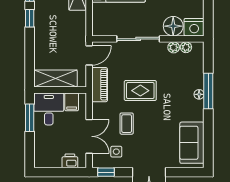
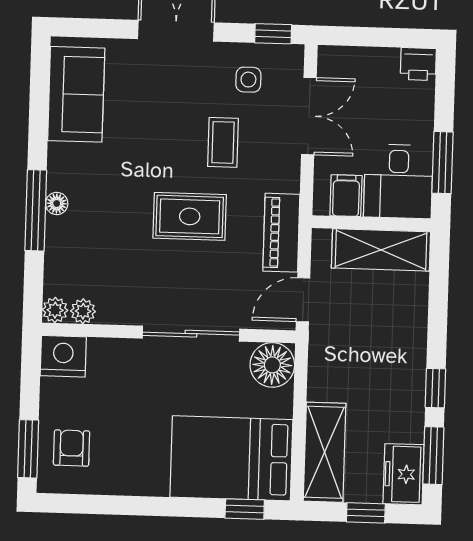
floor lamp: (173, 26) -> (272, 365), moved
plant: (174, 47) -> (55, 310), moved
double door: (89, 136) -> (309, 116), swing flipped
printer: (70, 161) -> (418, 64), moved

